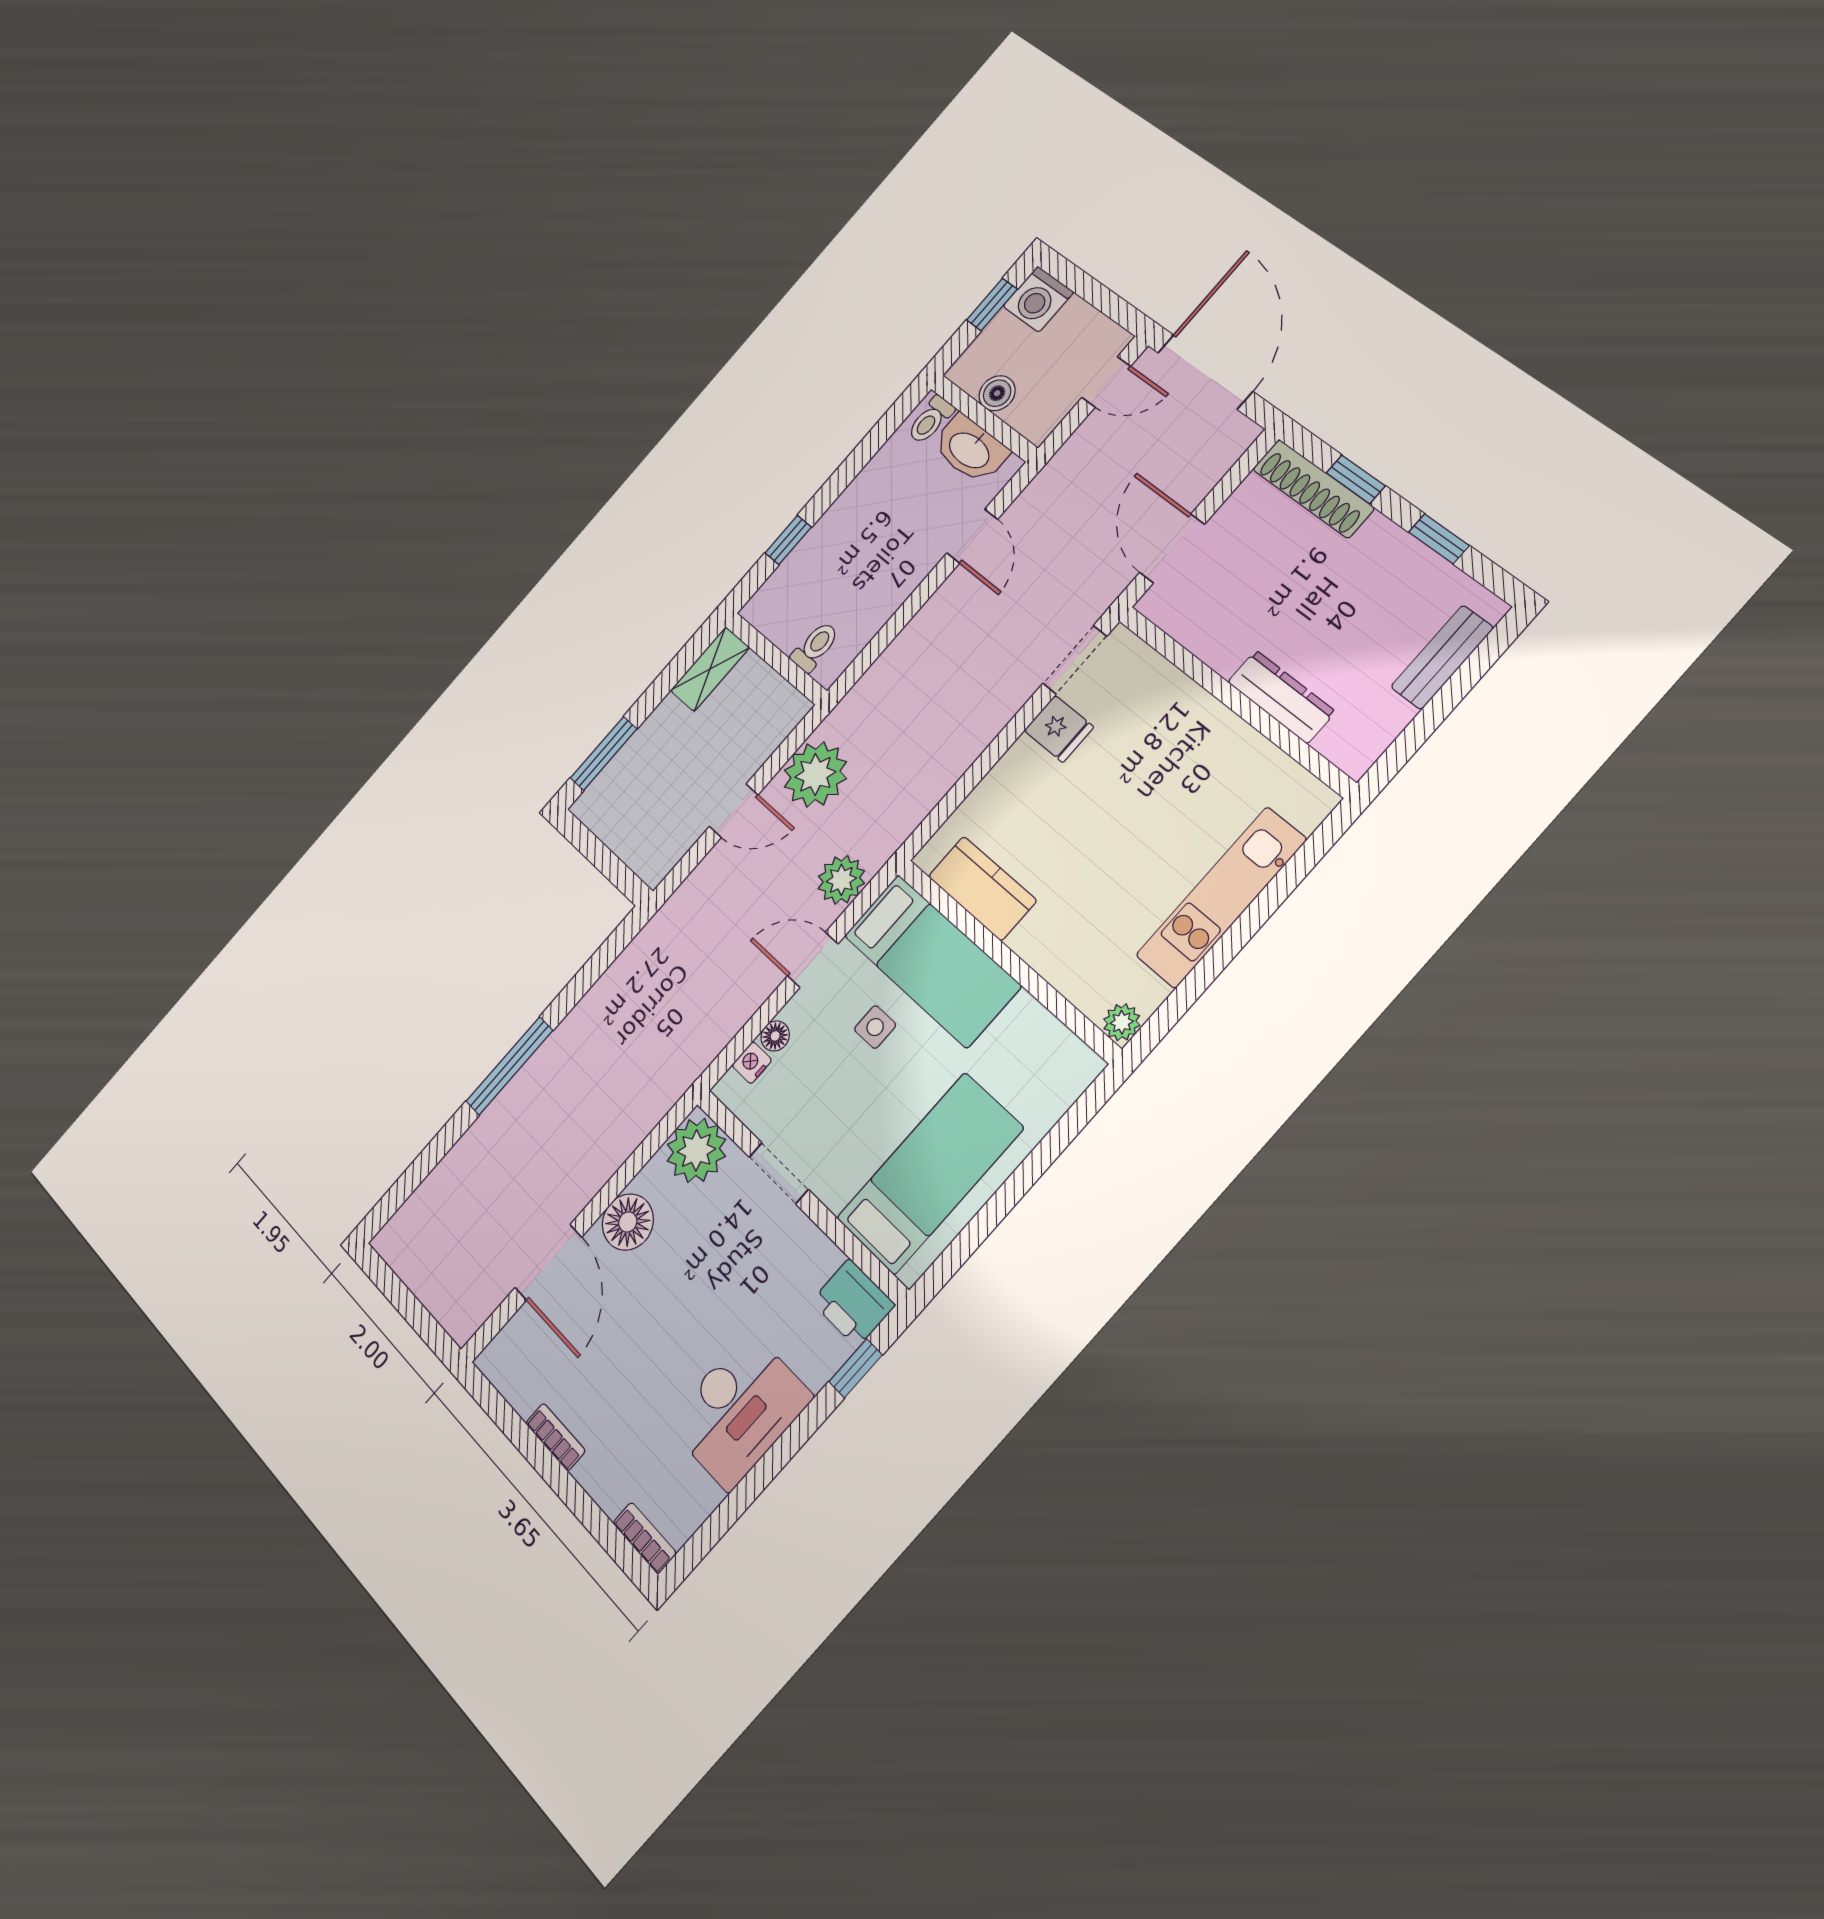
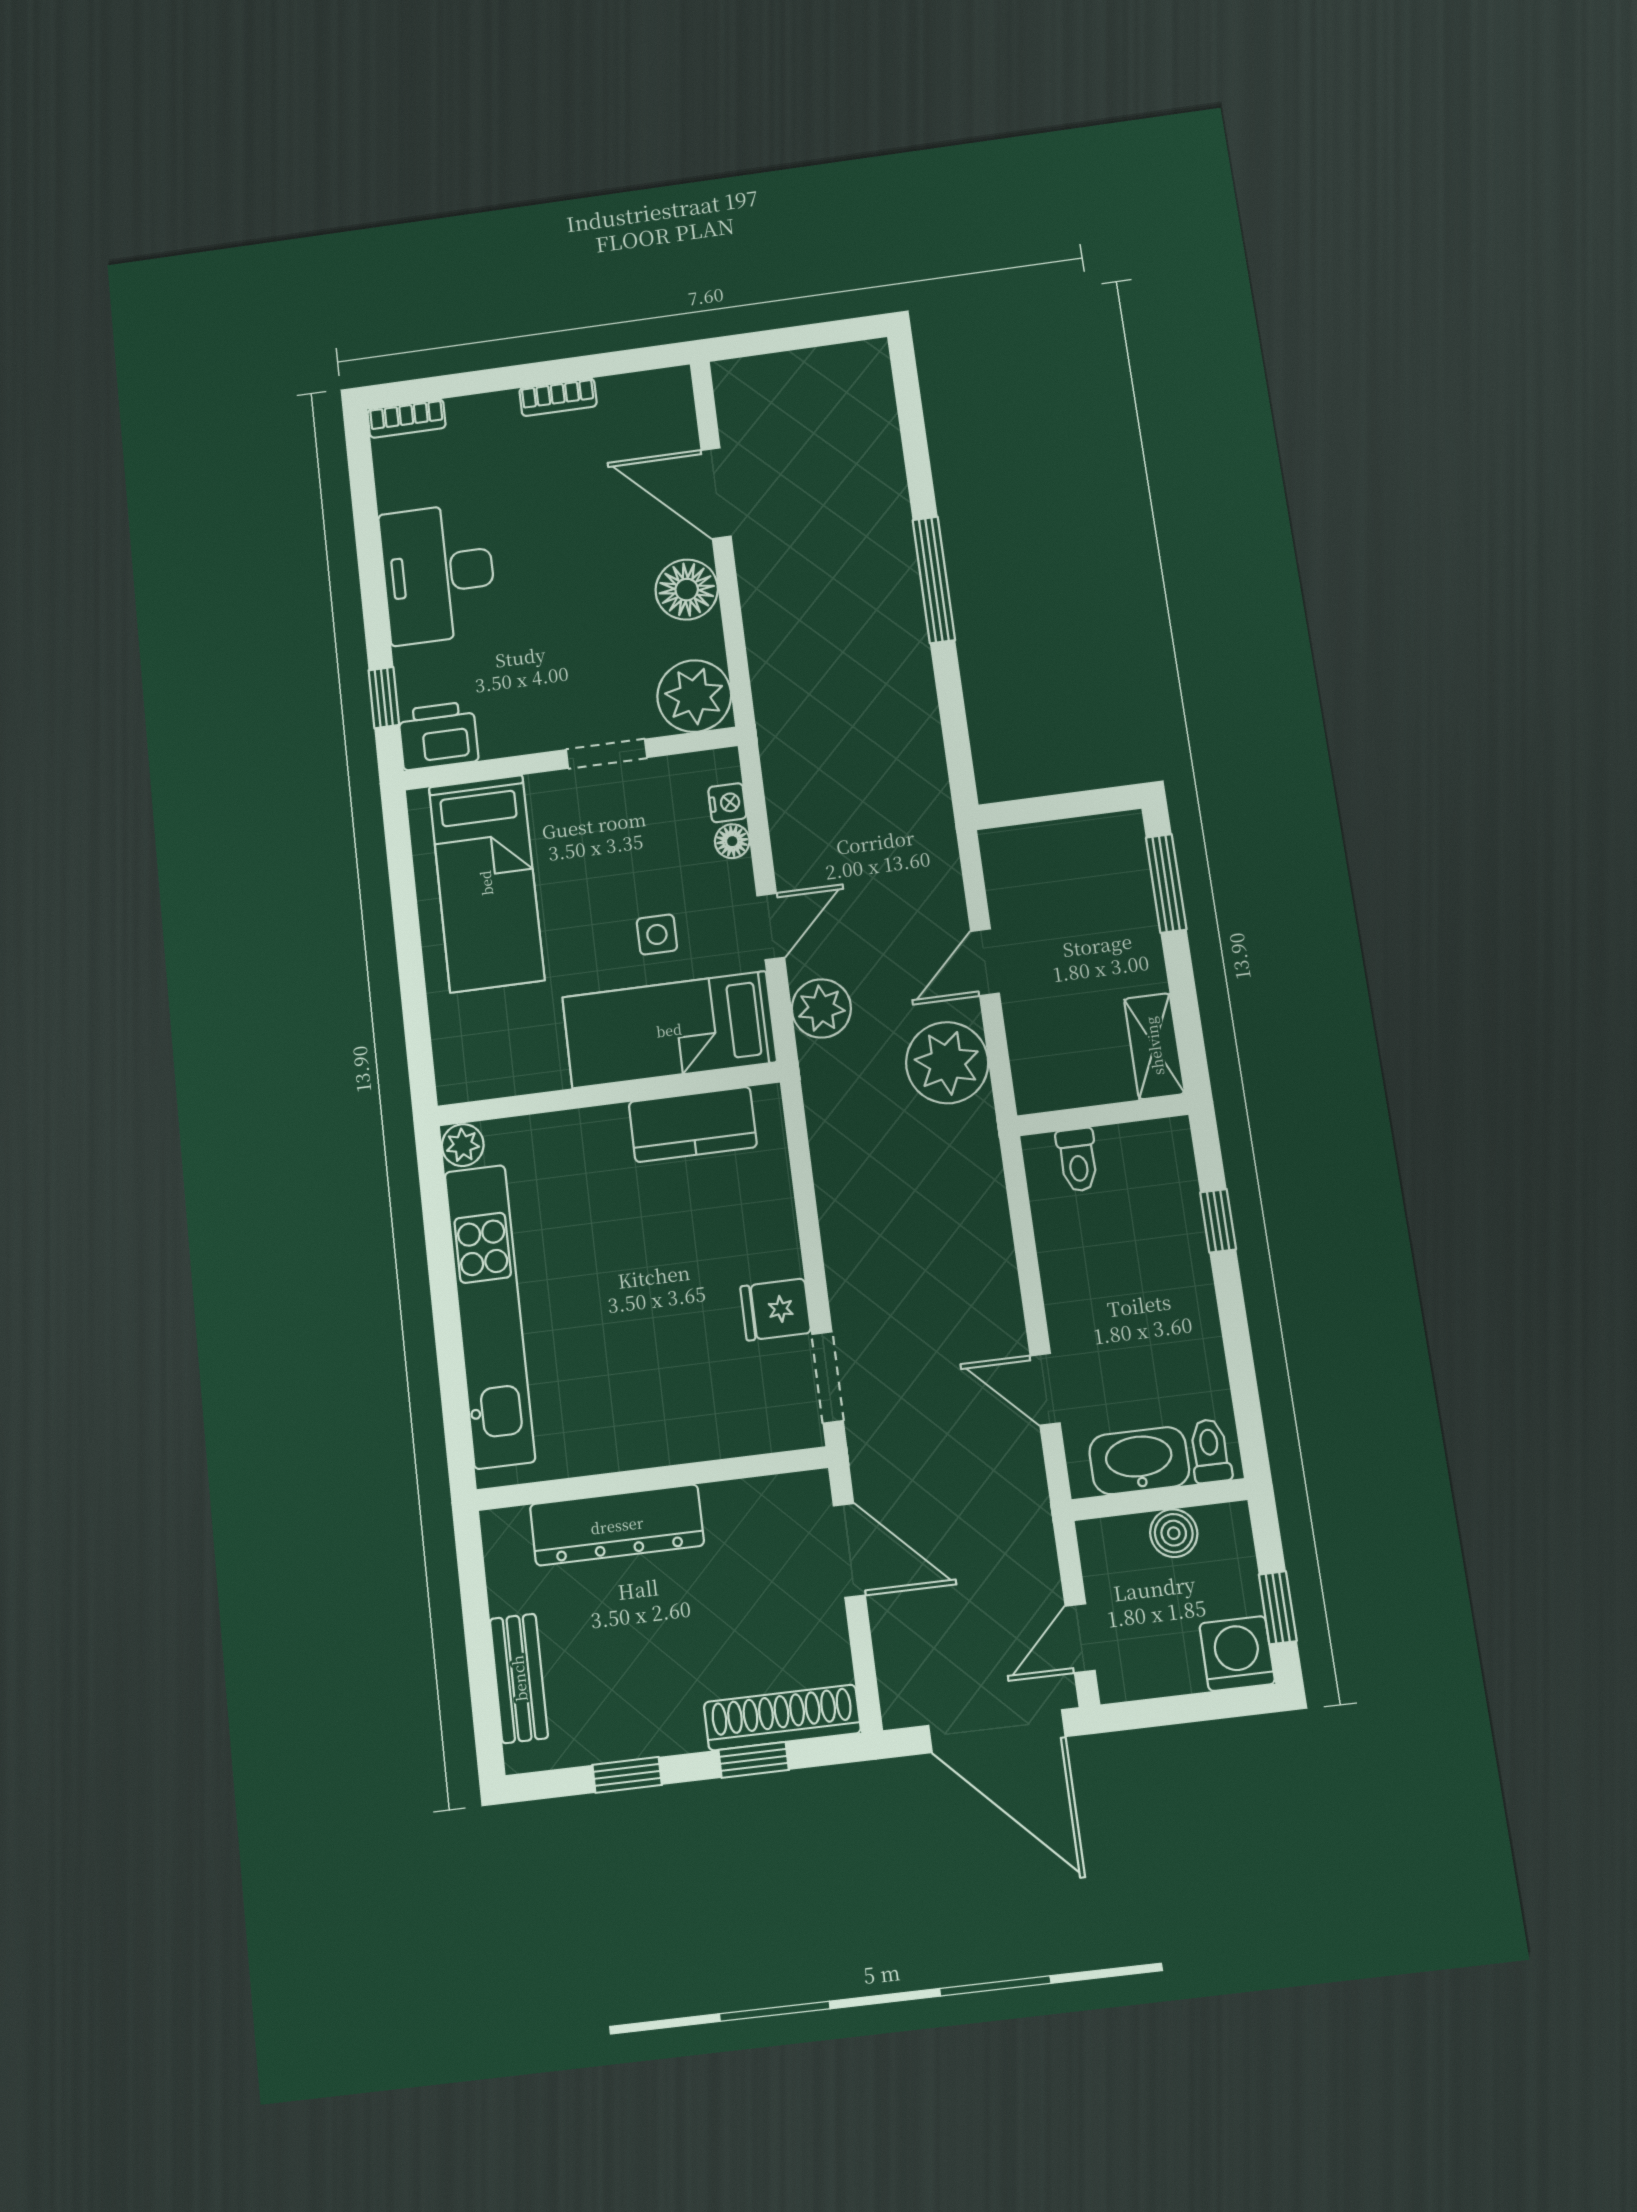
dresser: (1281, 697) -> (617, 1525), width x1.37, depth x1.24
kitchen unit: (1221, 897) -> (490, 1316), width x1.36

